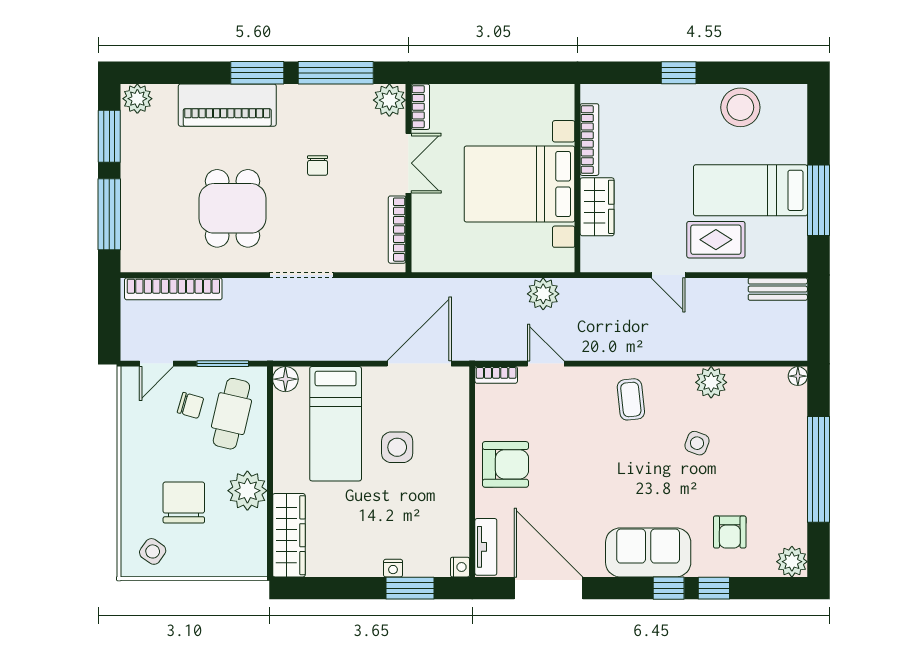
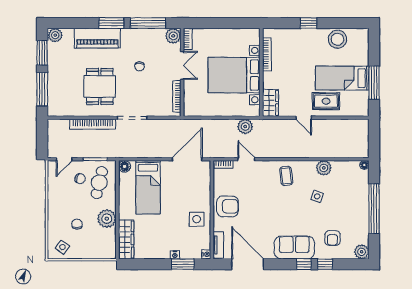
wardrobe: (597, 207) -> (270, 103), moved
bookcase: (173, 289) -> (93, 124), moved
bench: (778, 289) -> (355, 124), removed
side table: (397, 447) -> (197, 219), moved
chair: (184, 503) -> (77, 224), width x0.54, depth x0.54

